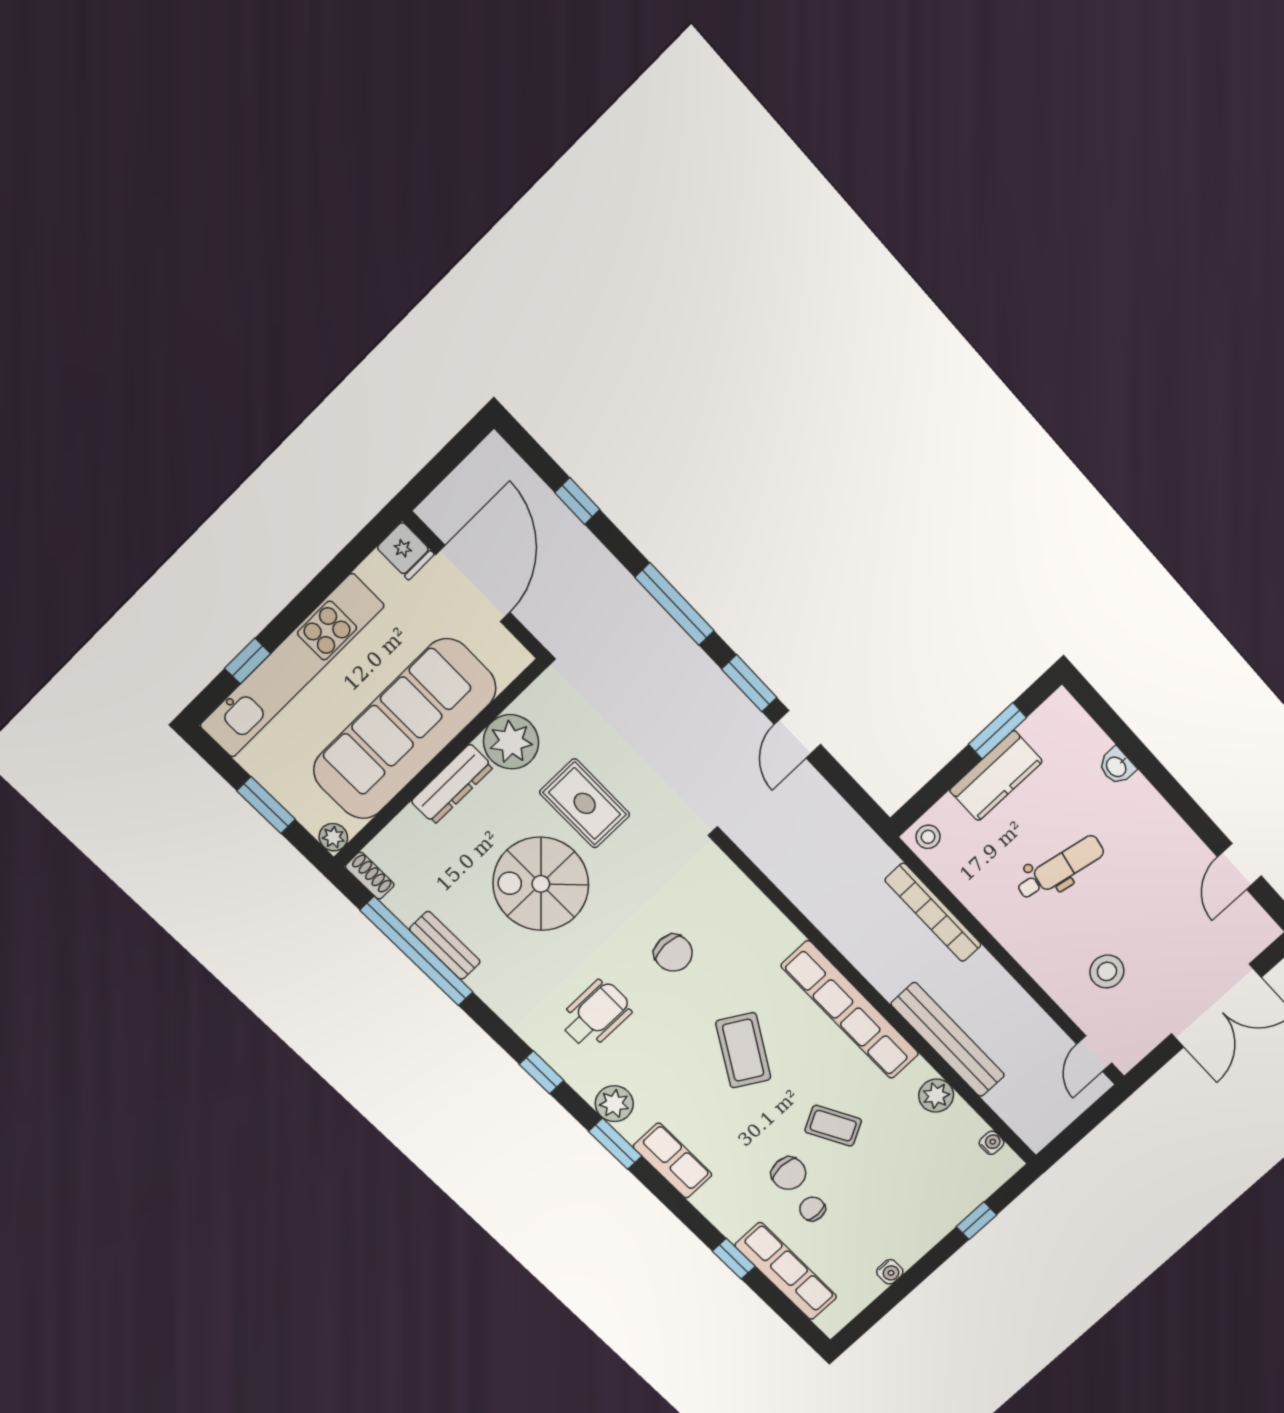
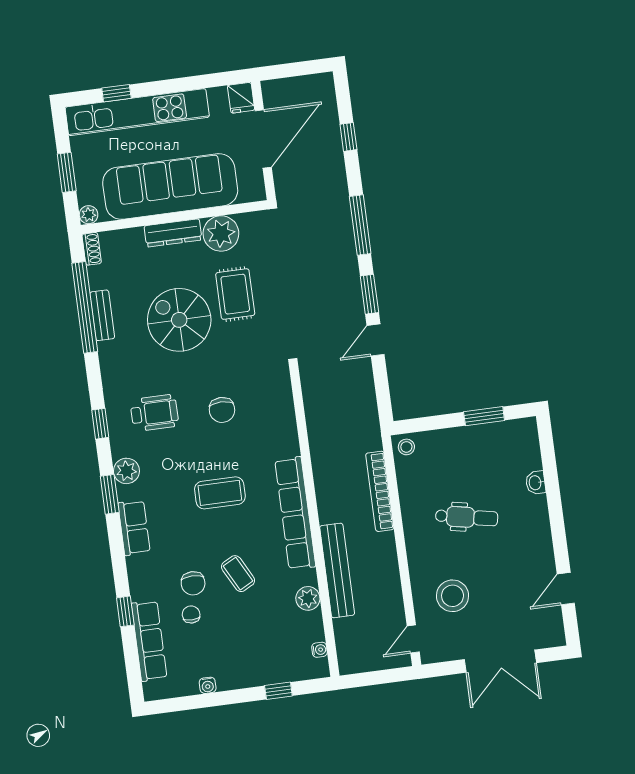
kitchen counter: (996, 776) -> (466, 440), removed
stool: (1107, 971) -> (453, 596), width x1.38, depth x1.38
coffee table: (743, 1050) -> (220, 493), turned 59

